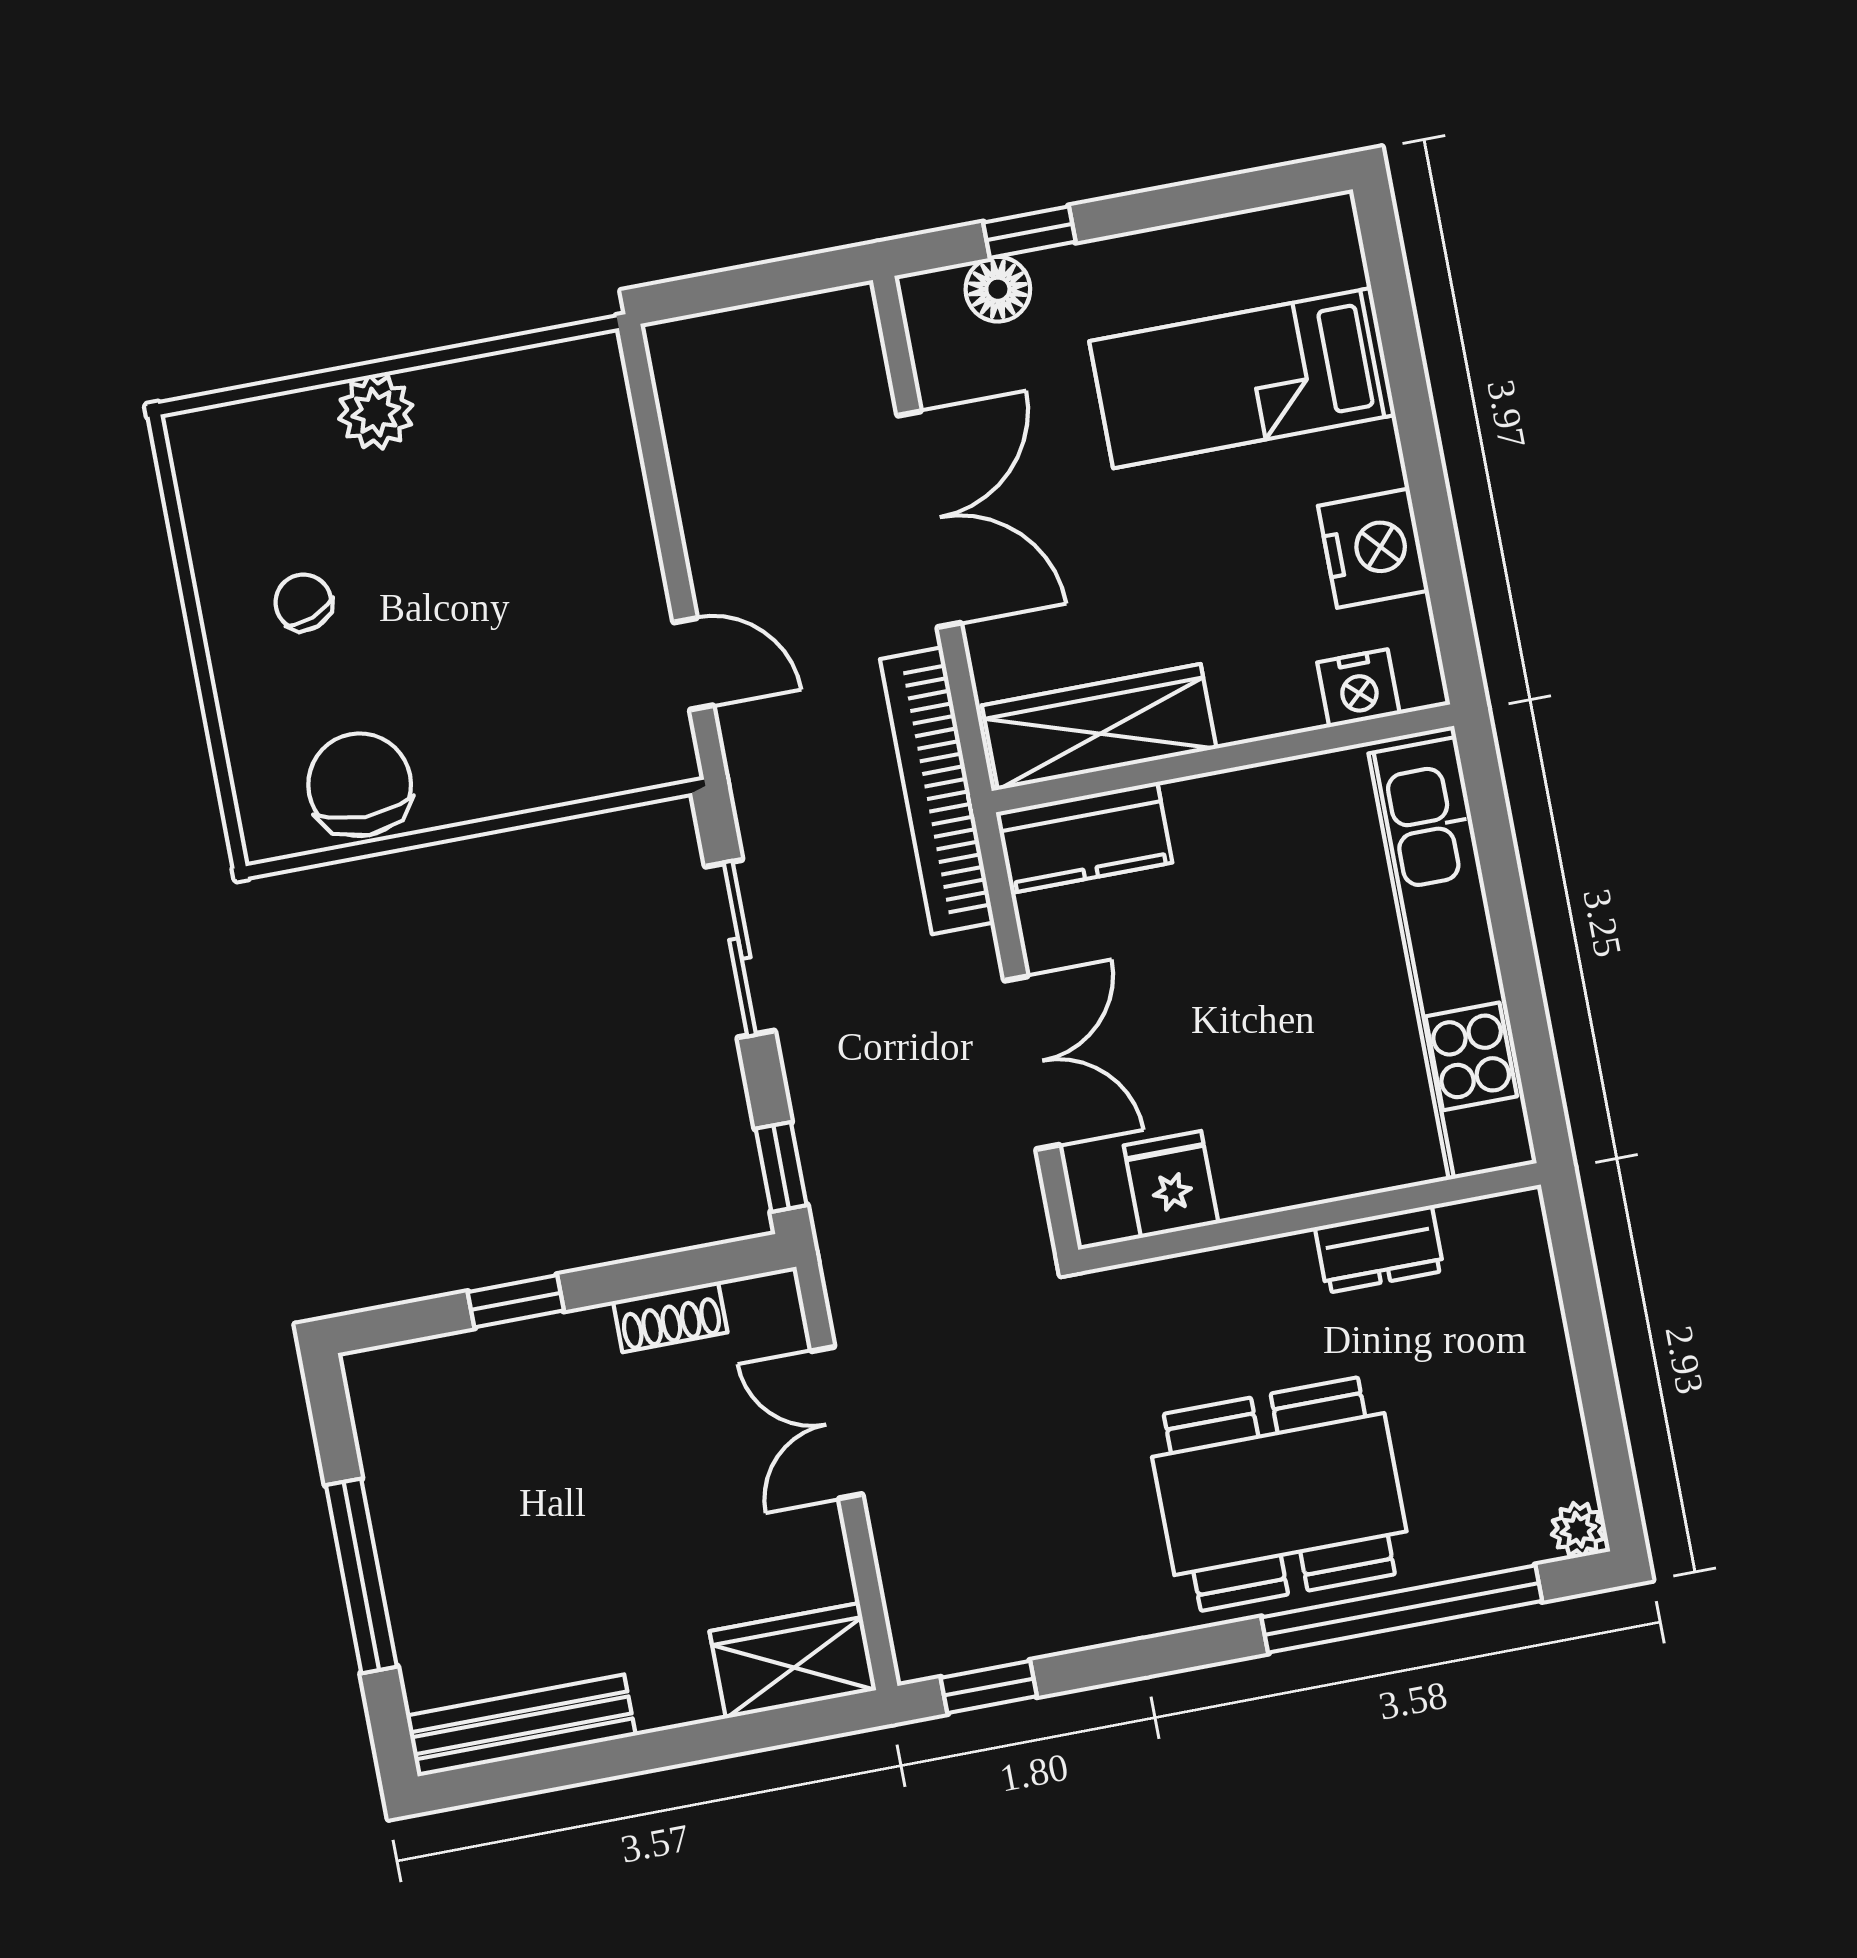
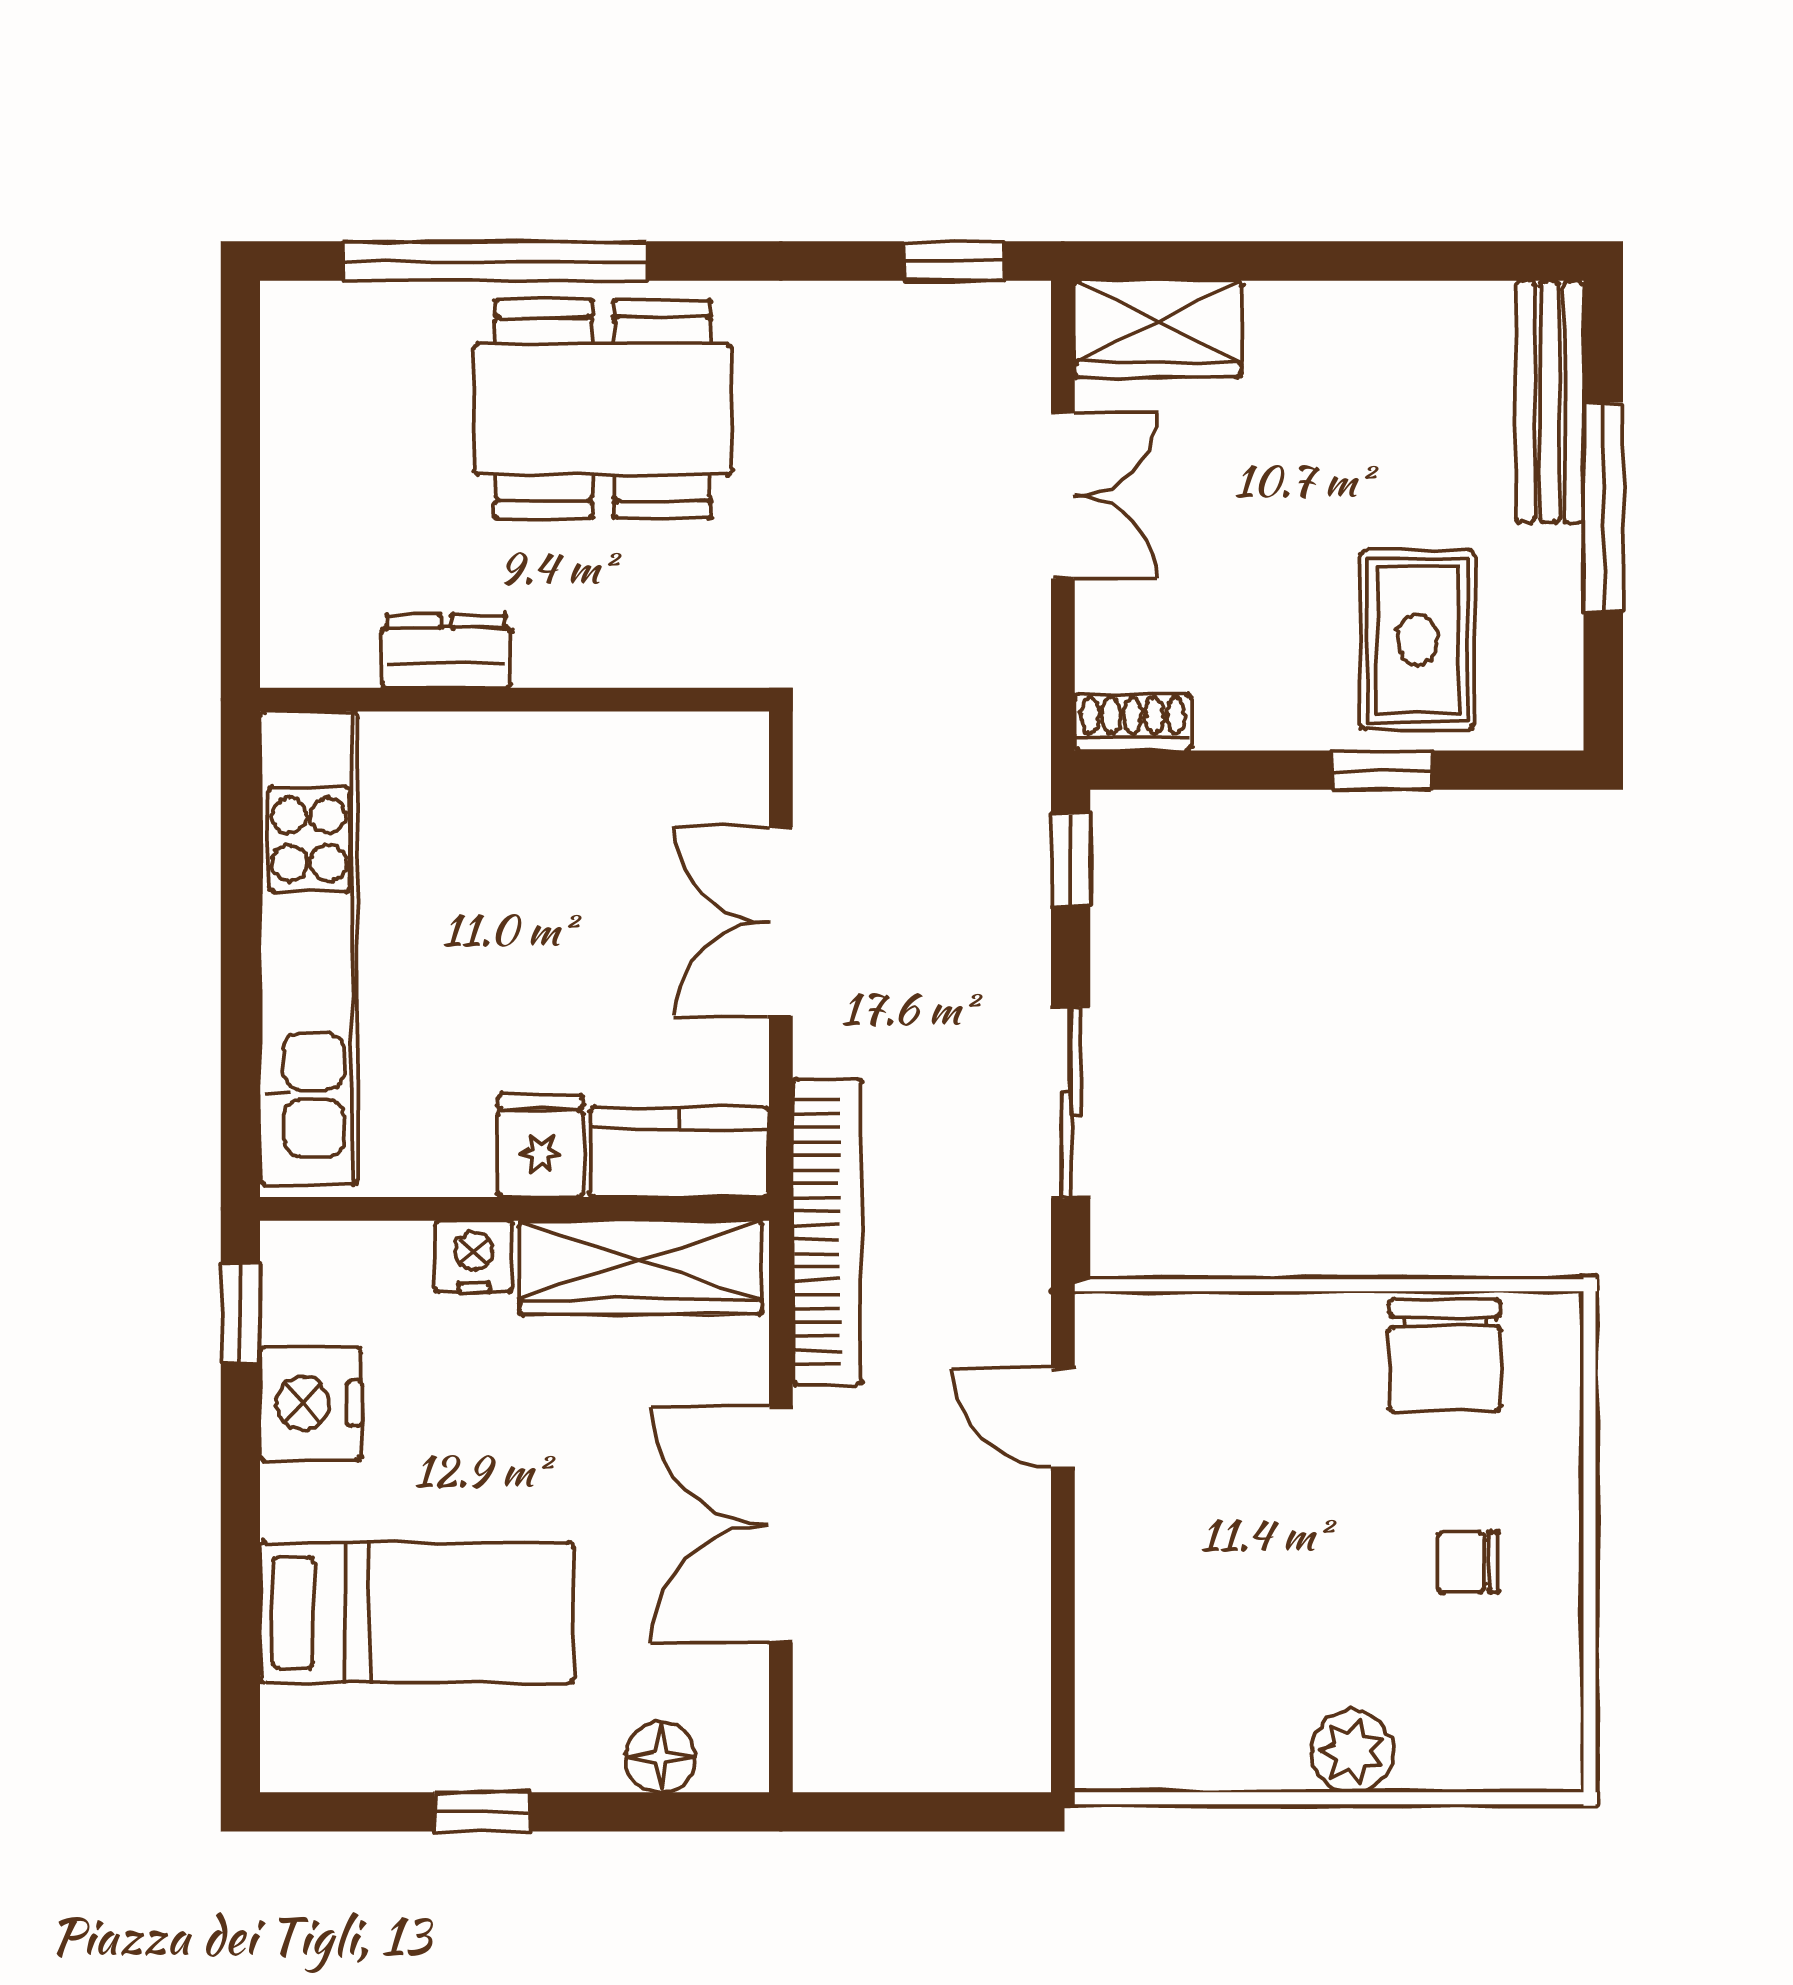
window: (1029, 232) -> (482, 1812), moved
chair: (303, 602) -> (1468, 1562), turned 111
window: (1452, 618) -> (240, 1313), added
nightstand: (1358, 688) -> (474, 1256), moved
fridge: (1171, 1184) -> (540, 1146), moved, turned 180
shoe rack: (670, 1317) -> (1133, 722), moved
double door: (837, 1423) -> (1063, 496), moved
rug: (506, 1425) -> (1417, 640), added
plant: (1578, 1530) -> (290, 310), removed
bench: (521, 1726) -> (1550, 402), moved, turned 90

